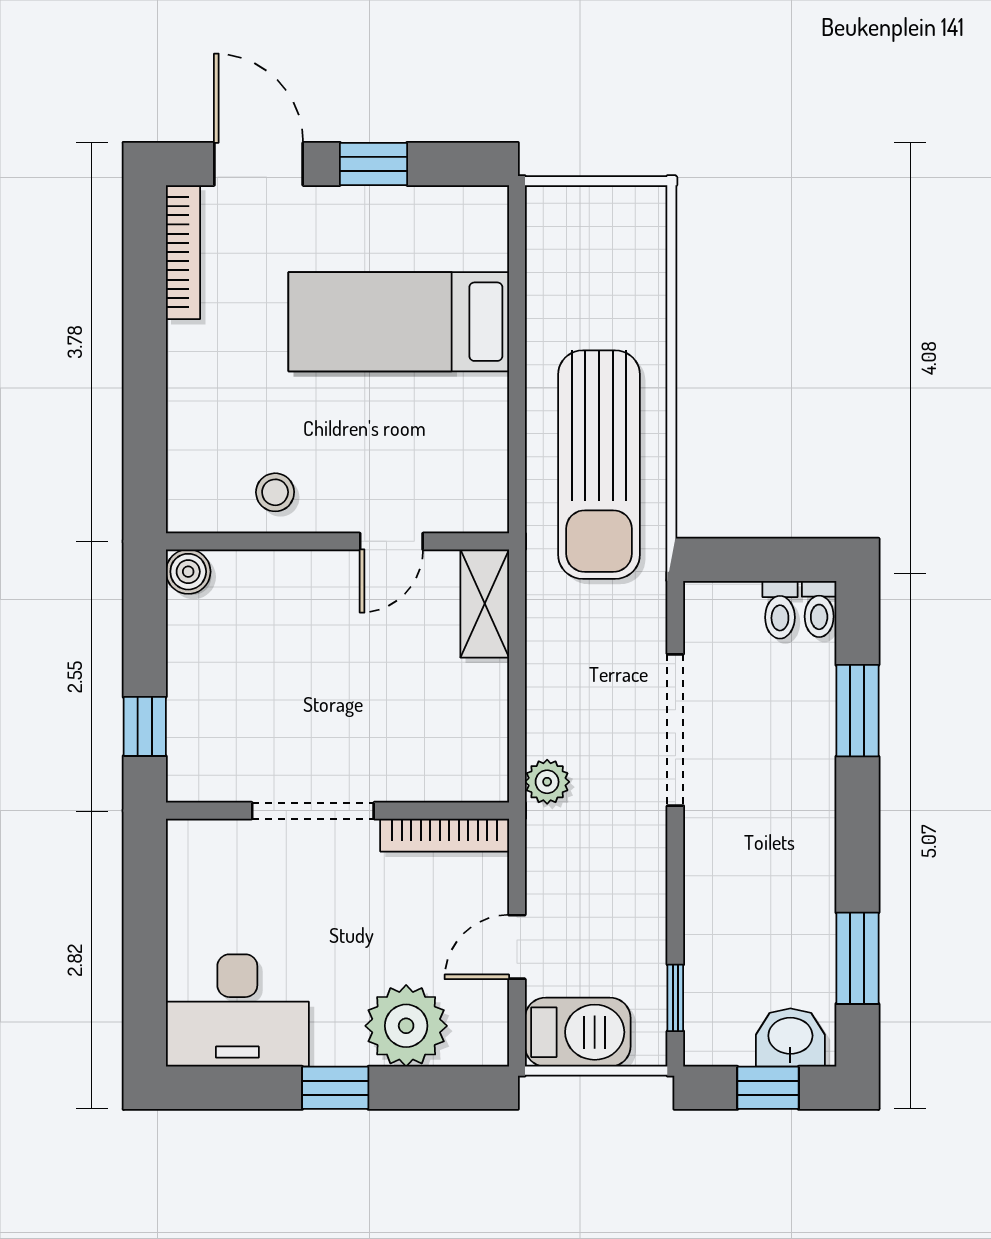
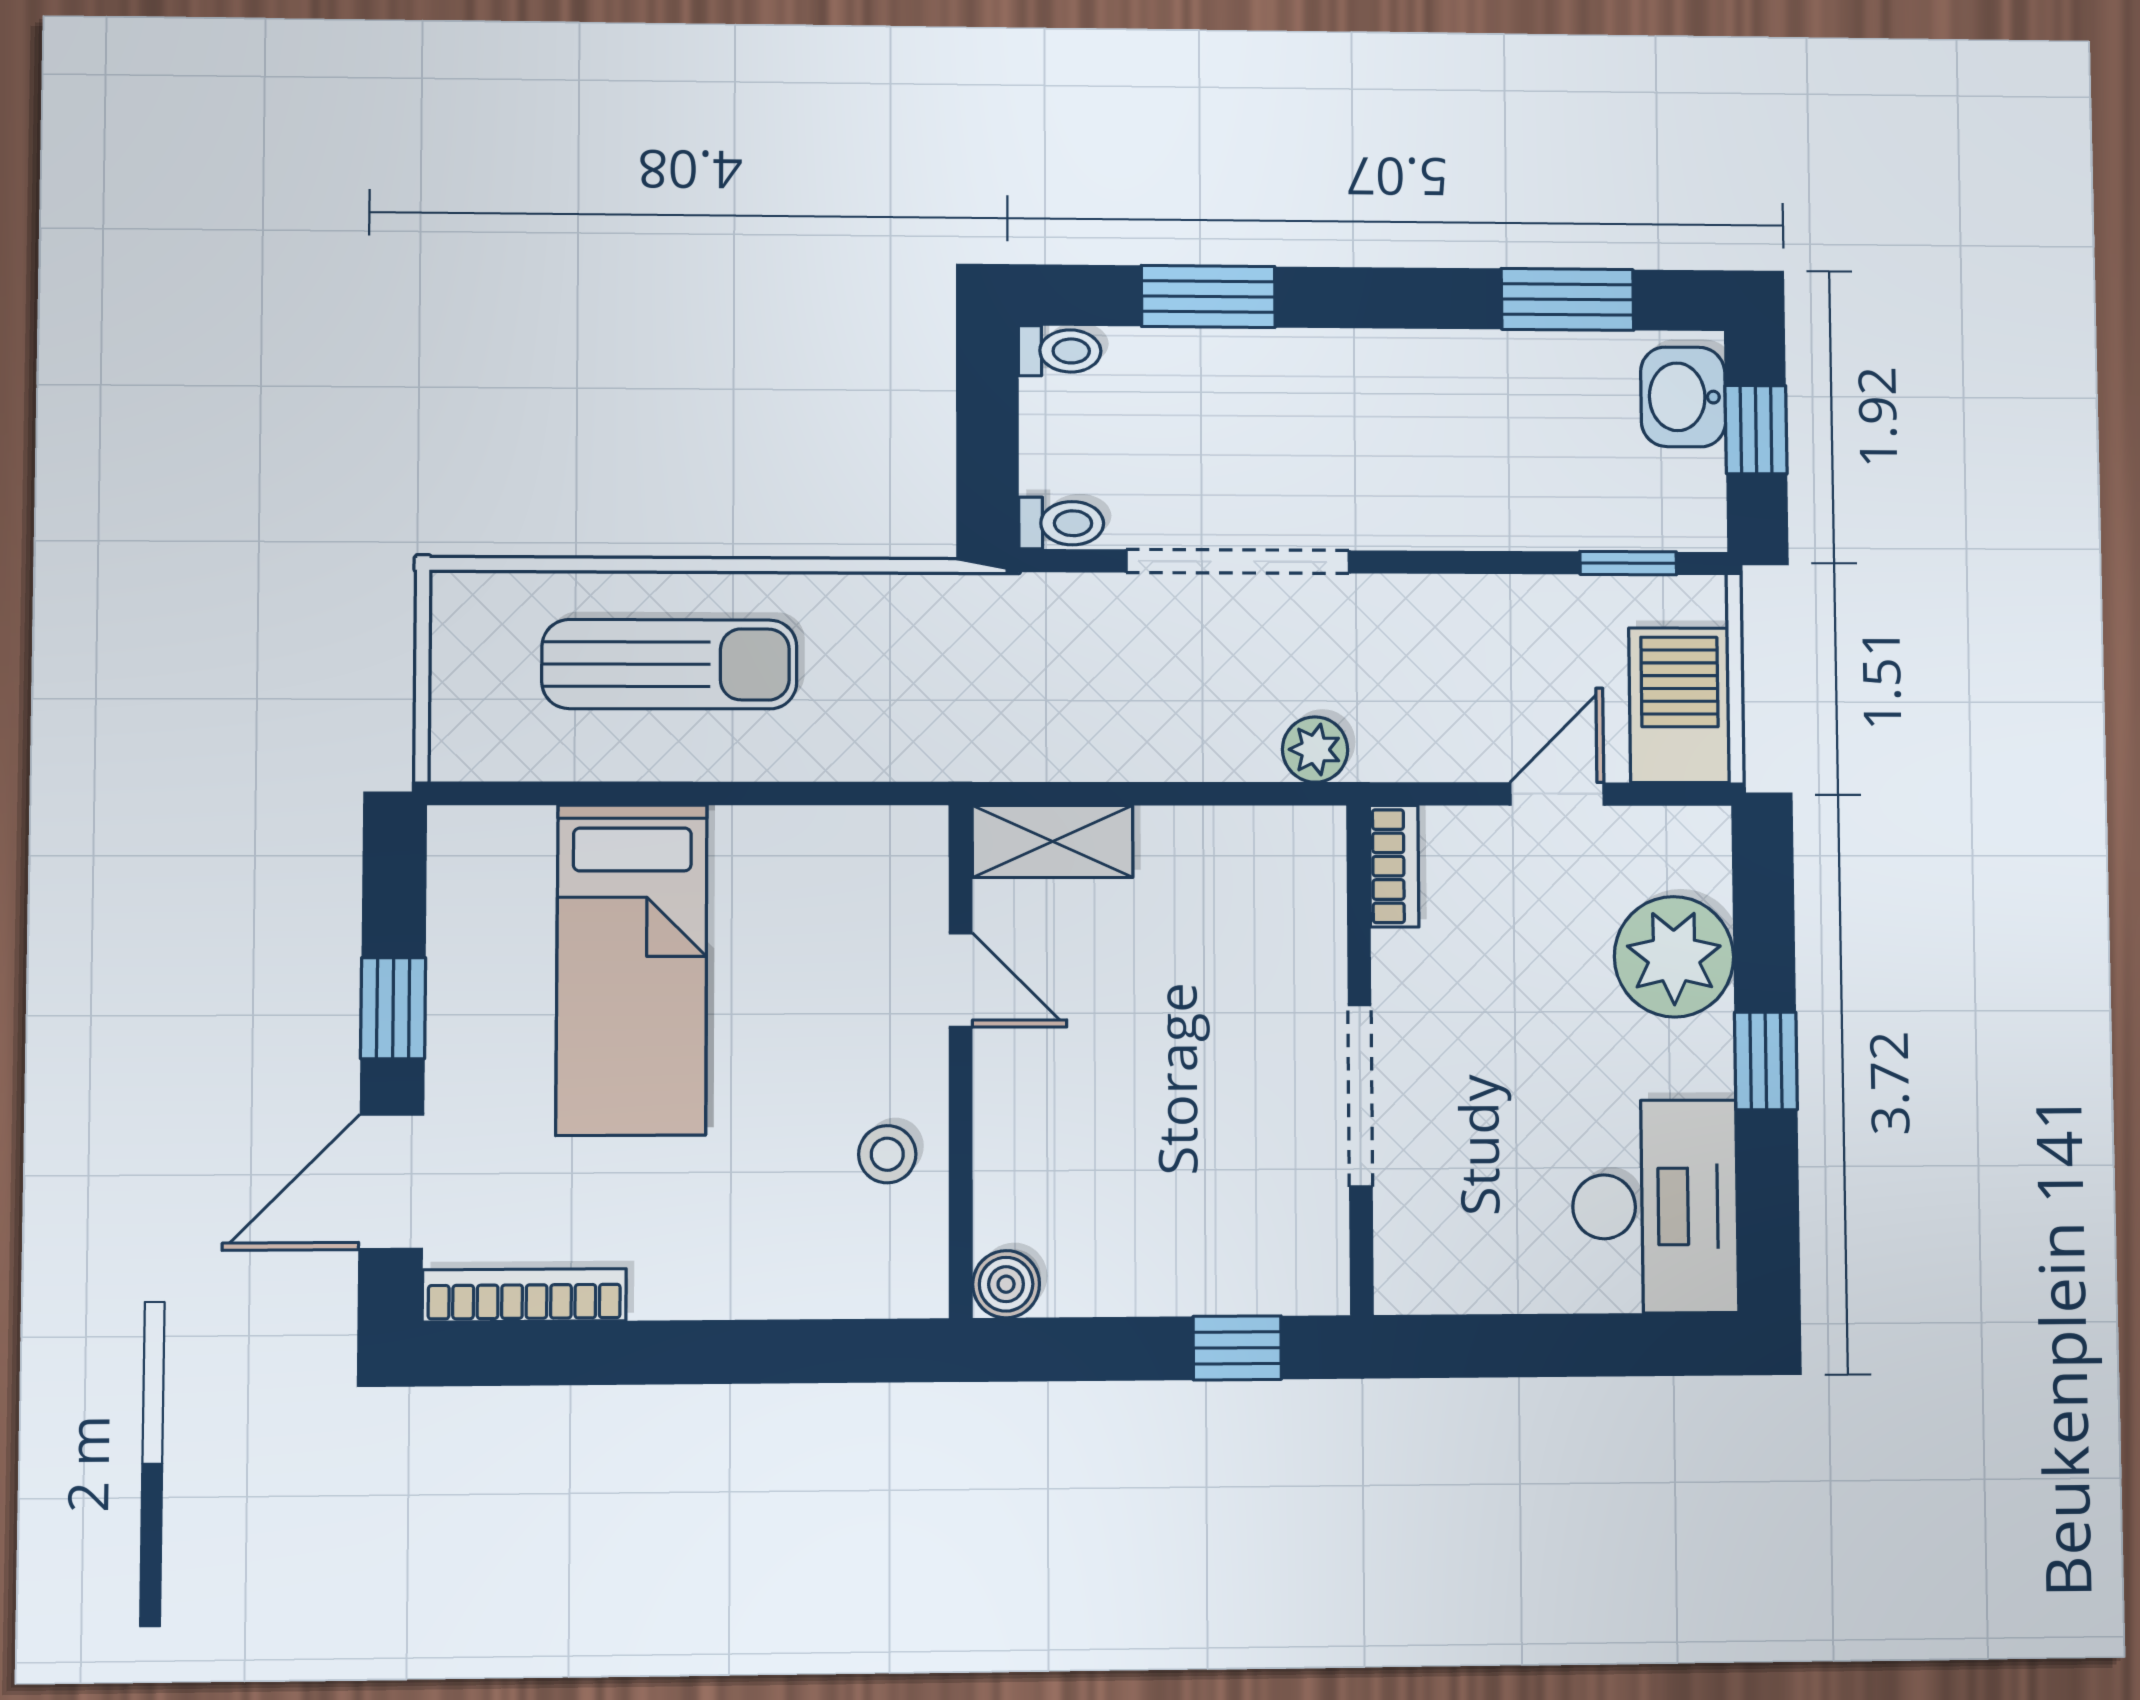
sun lounger: (599, 465) -> (670, 664), moved, width x0.73, depth x0.75
toilet: (780, 610) -> (1061, 523), moved
bookcase: (445, 835) -> (1394, 866), width x0.64
door: (517, 947) -> (1557, 794), swing flipped

